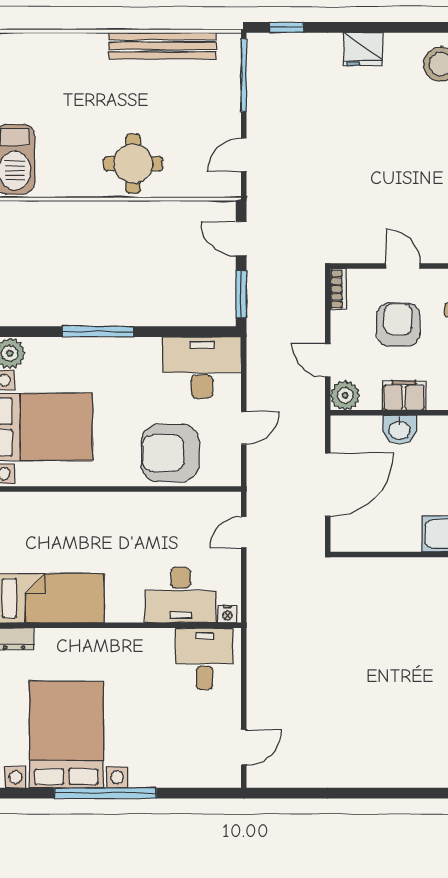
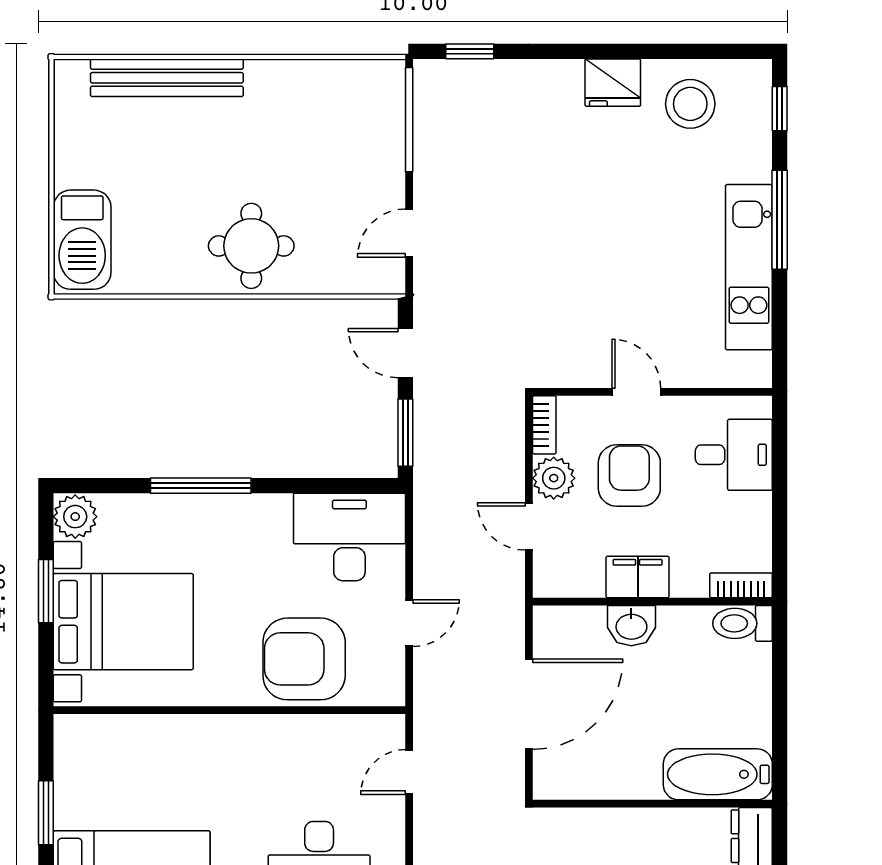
bench: (162, 46) -> (167, 78), moved
fridge: (363, 49) -> (613, 83), moved
plant: (345, 395) -> (554, 478), moved

